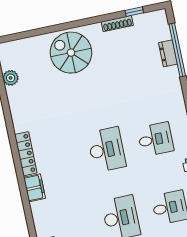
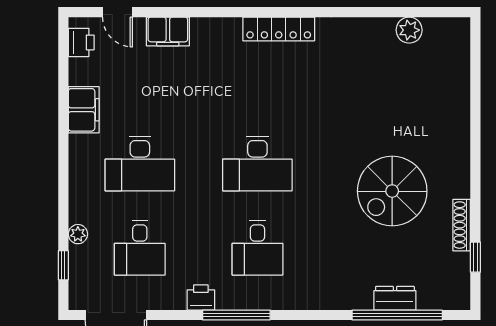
spiral stairs: (71, 53) -> (392, 191), moved, turned 180
filing cabinet: (35, 188) -> (168, 31), moved

